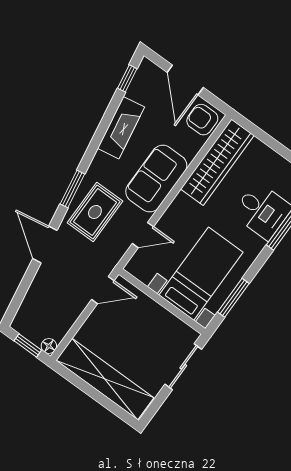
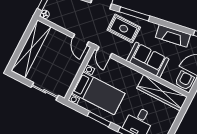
window: (72, 189) -> (135, 14), width x1.44
door: (143, 235) -> (104, 52), moved
window: (233, 298) -> (99, 119), moved

